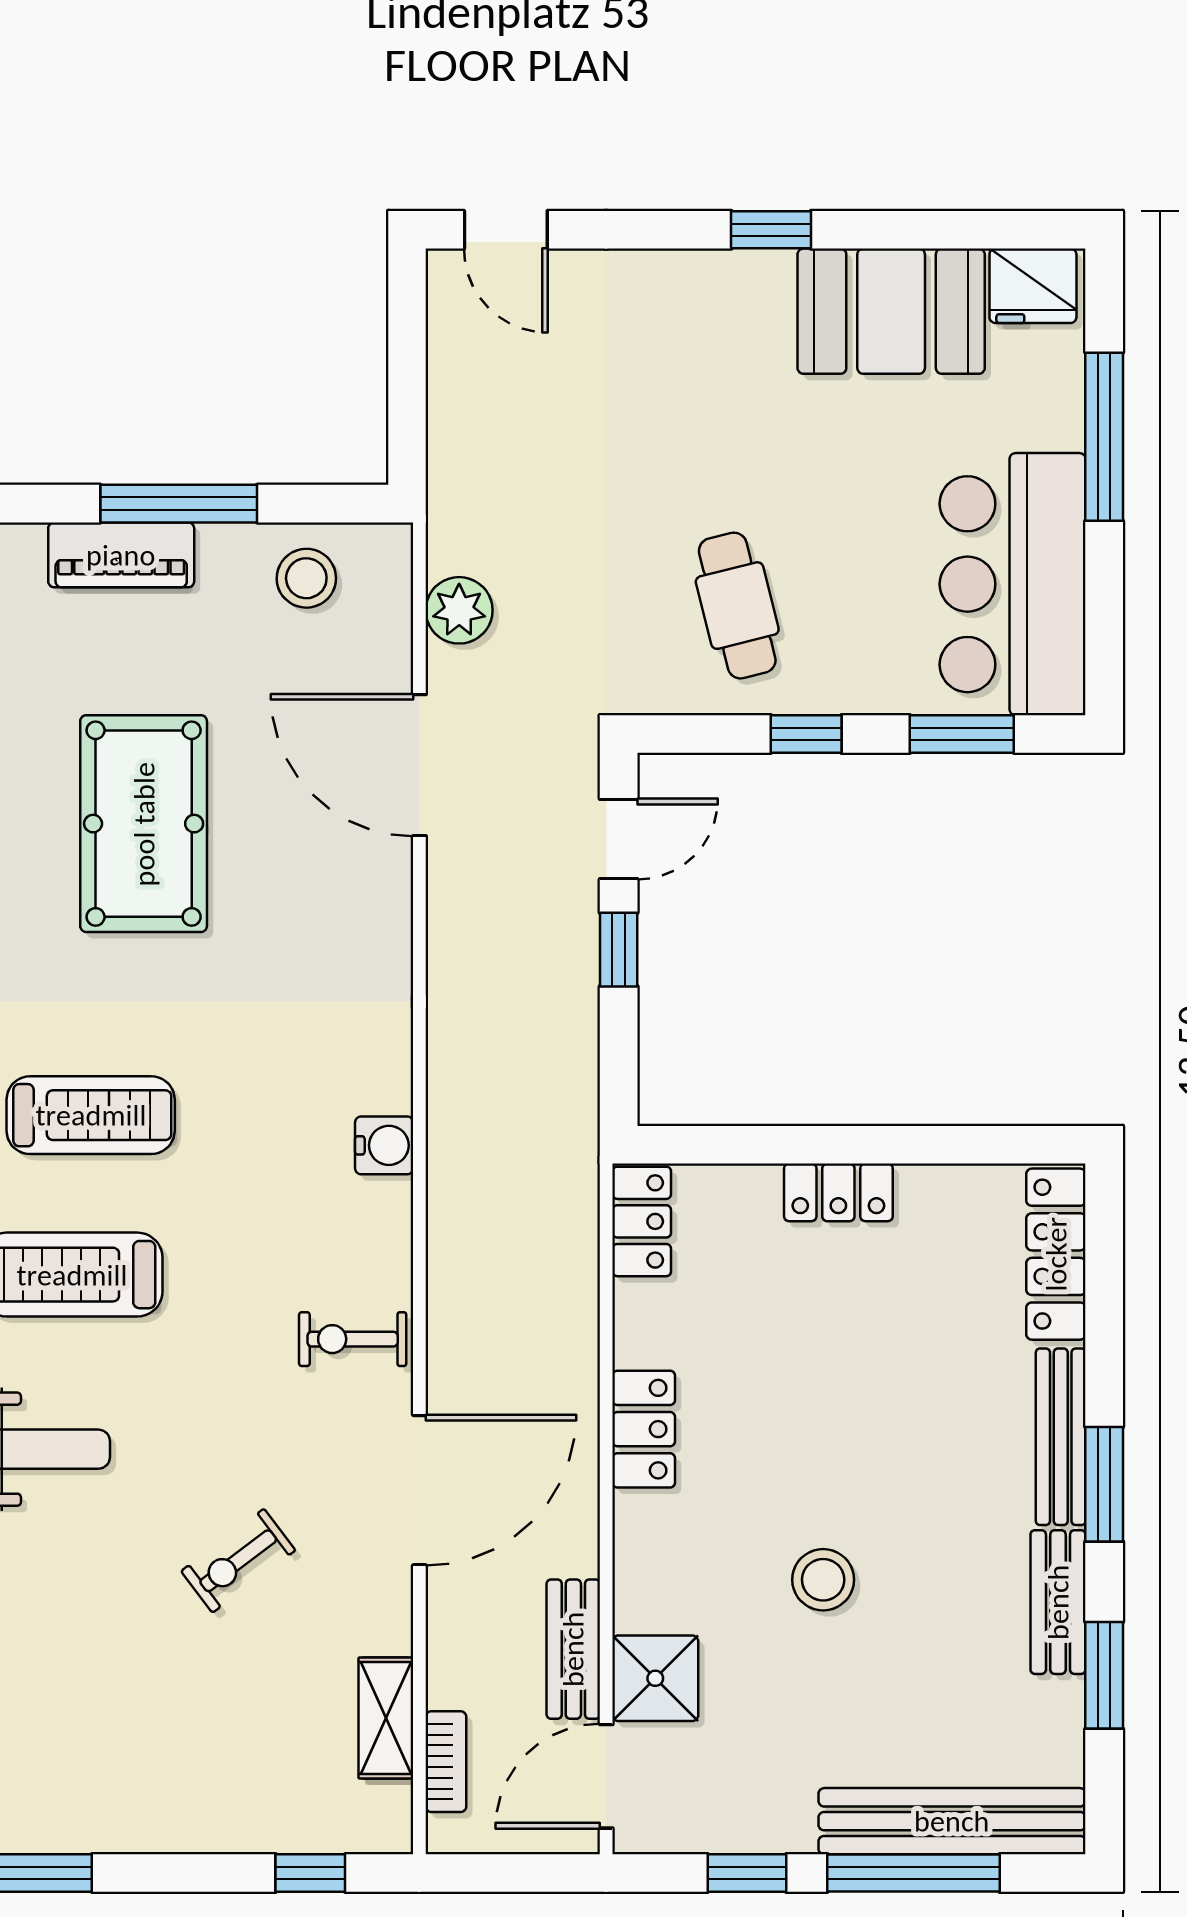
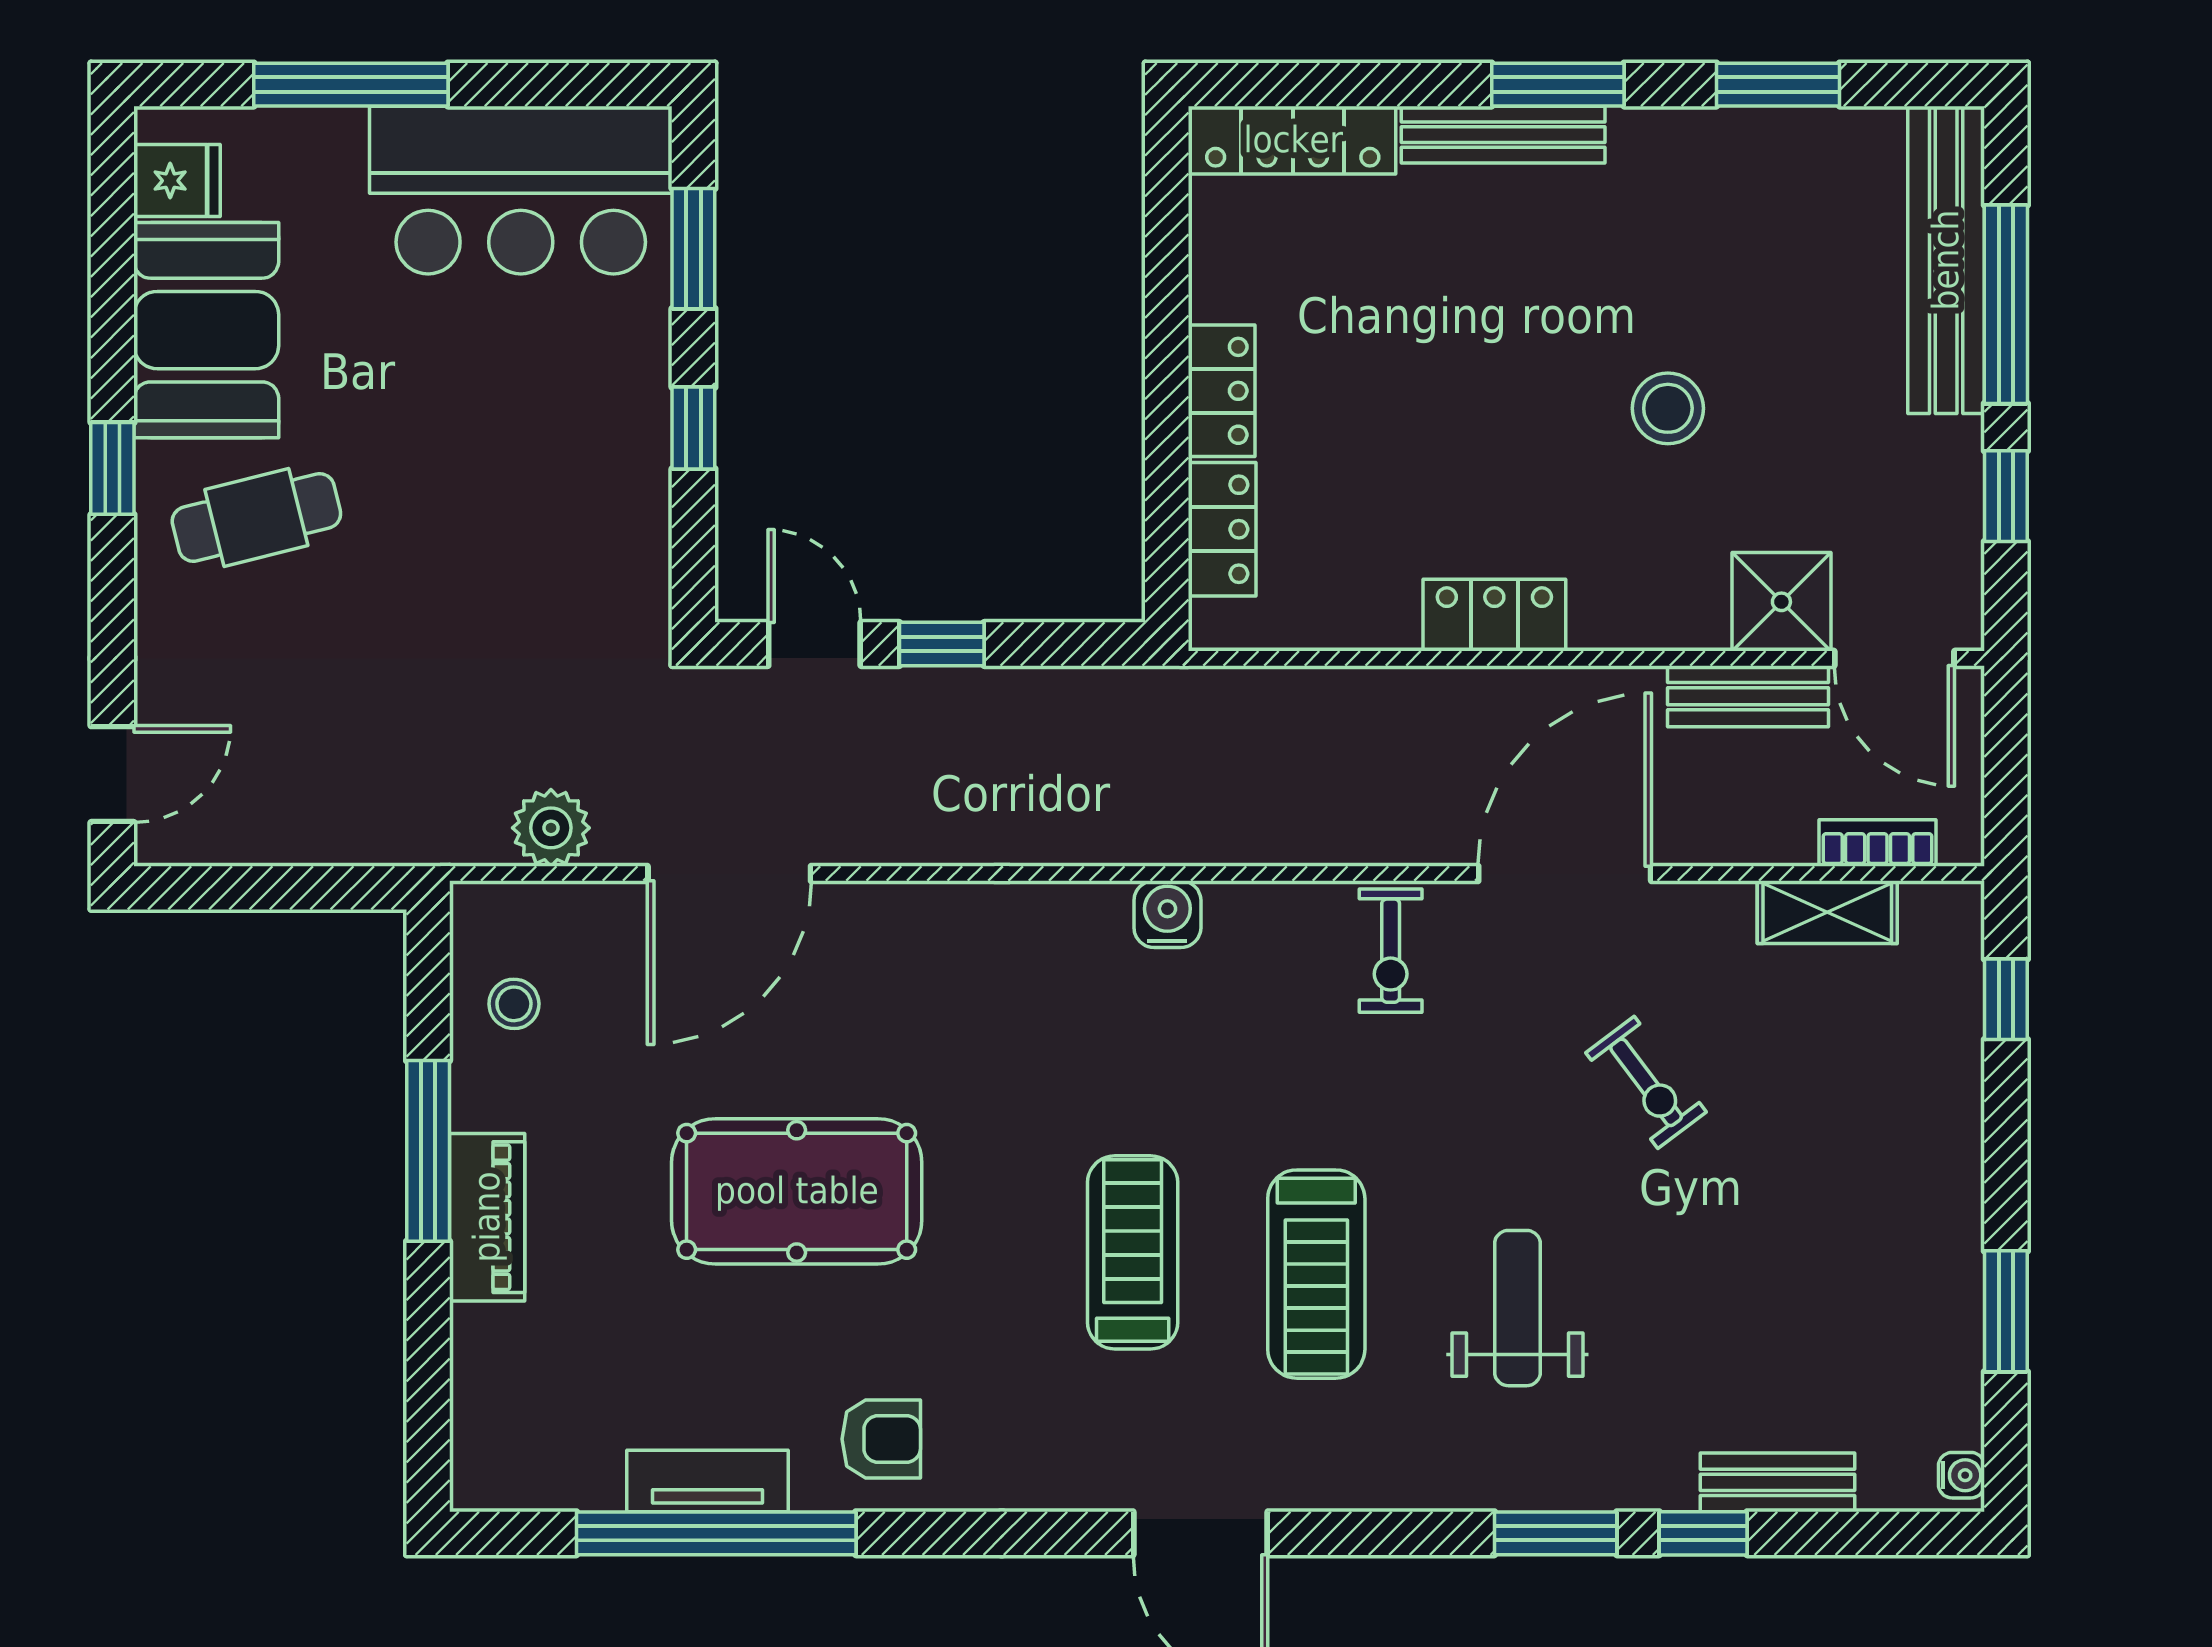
fridge: (1033, 286) -> (177, 181), width x0.72
stool: (306, 578) -> (514, 1004), width x0.73, depth x0.73
cafe table: (737, 606) -> (256, 518), moved
locker: (642, 1221) -> (1222, 529), moved, turned 90
door: (419, 1490) -> (1565, 874), hinge flipped
bench: (1058, 1602) -> (1694, 138), removed

